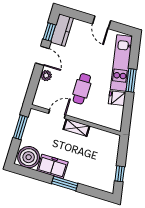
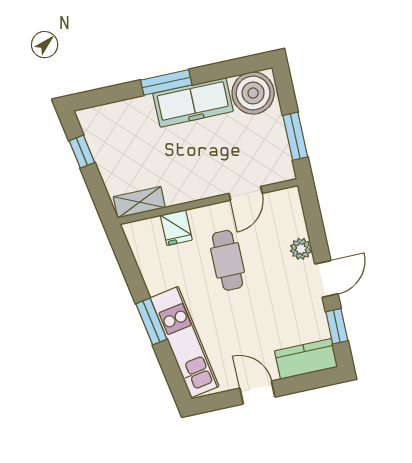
kitchen counter: (62, 30) -> (306, 359), moved, turned 90
door: (42, 56) -> (326, 279), swing flipped
fridge: (117, 98) -> (176, 228), moved, turned 100
shelving: (77, 128) -> (139, 202), moved
freezer: (52, 166) -> (193, 102), width x1.40

